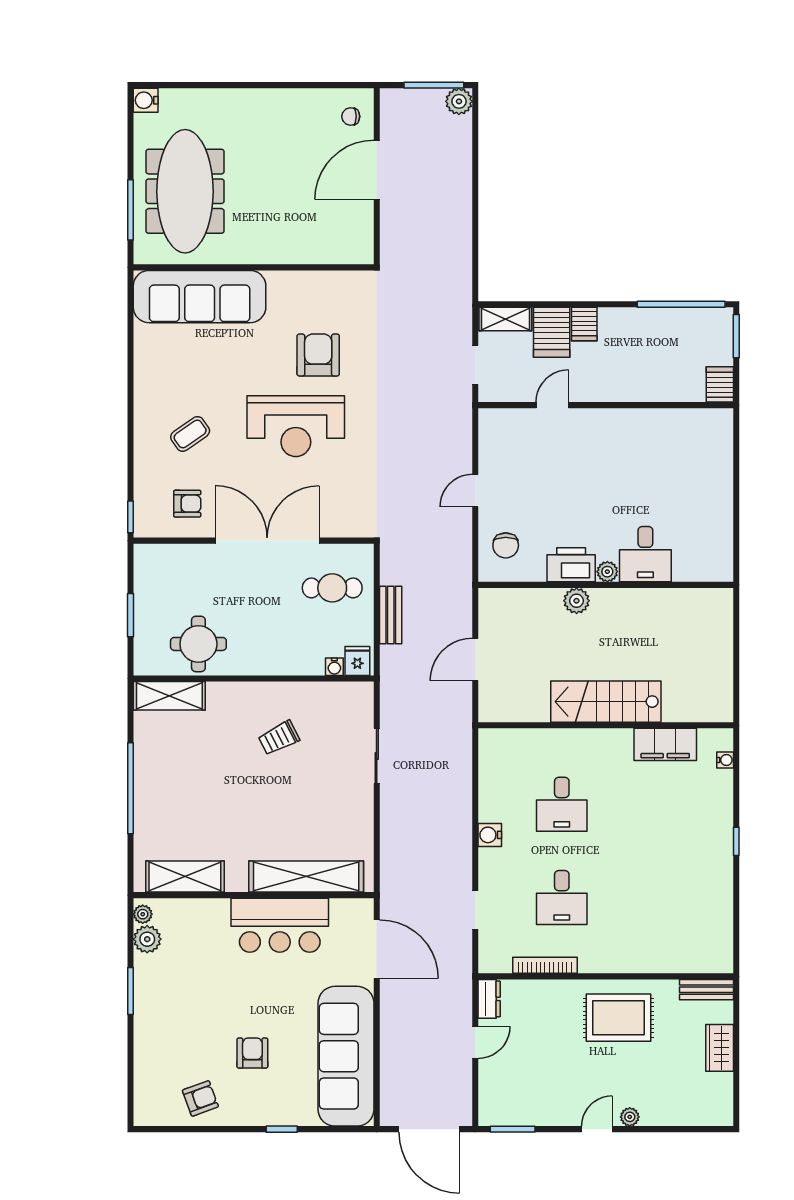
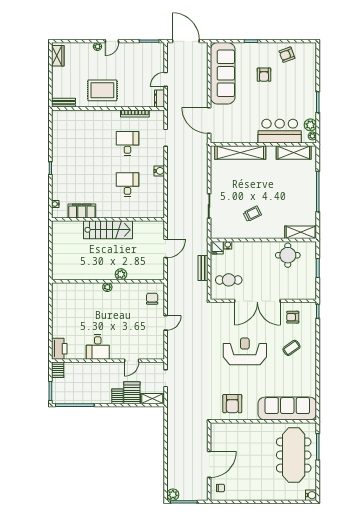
armchair: (318, 355) -> (232, 404), moved
desk: (645, 554) -> (98, 347), moved, turned 180
printer: (571, 565) -> (59, 349), moved, turned -90
bar counter: (280, 925) -> (280, 131), moved
wardrobe: (720, 1048) -> (58, 56), moved

